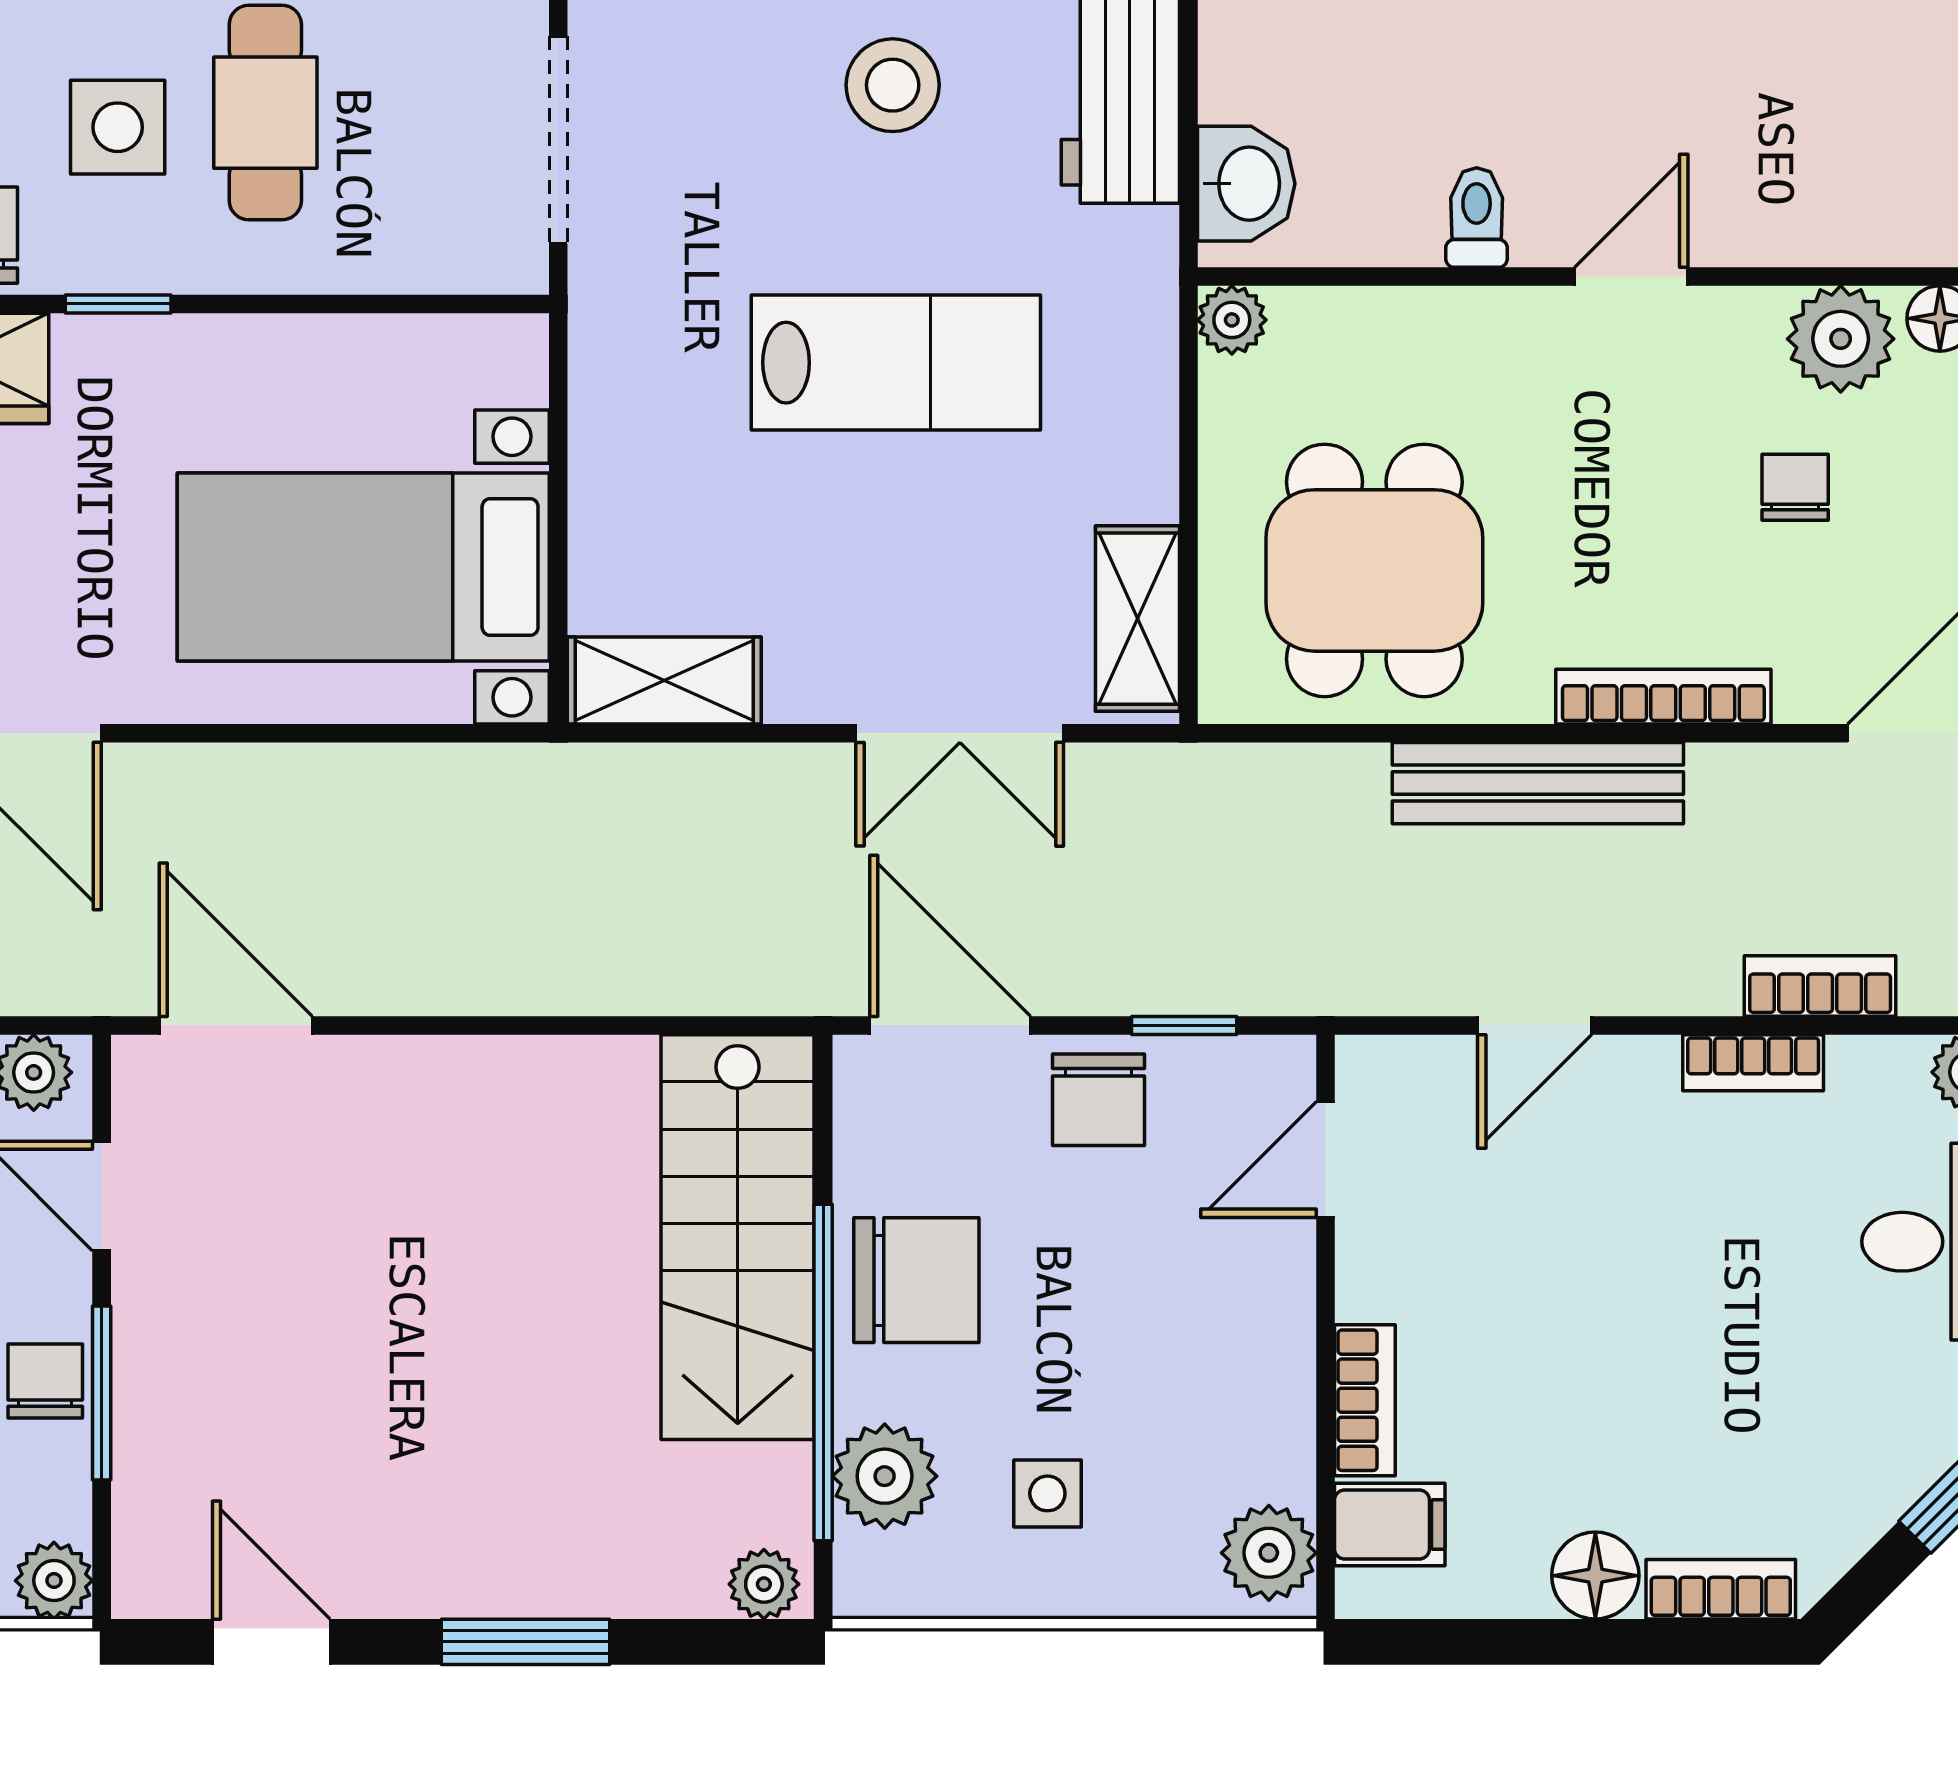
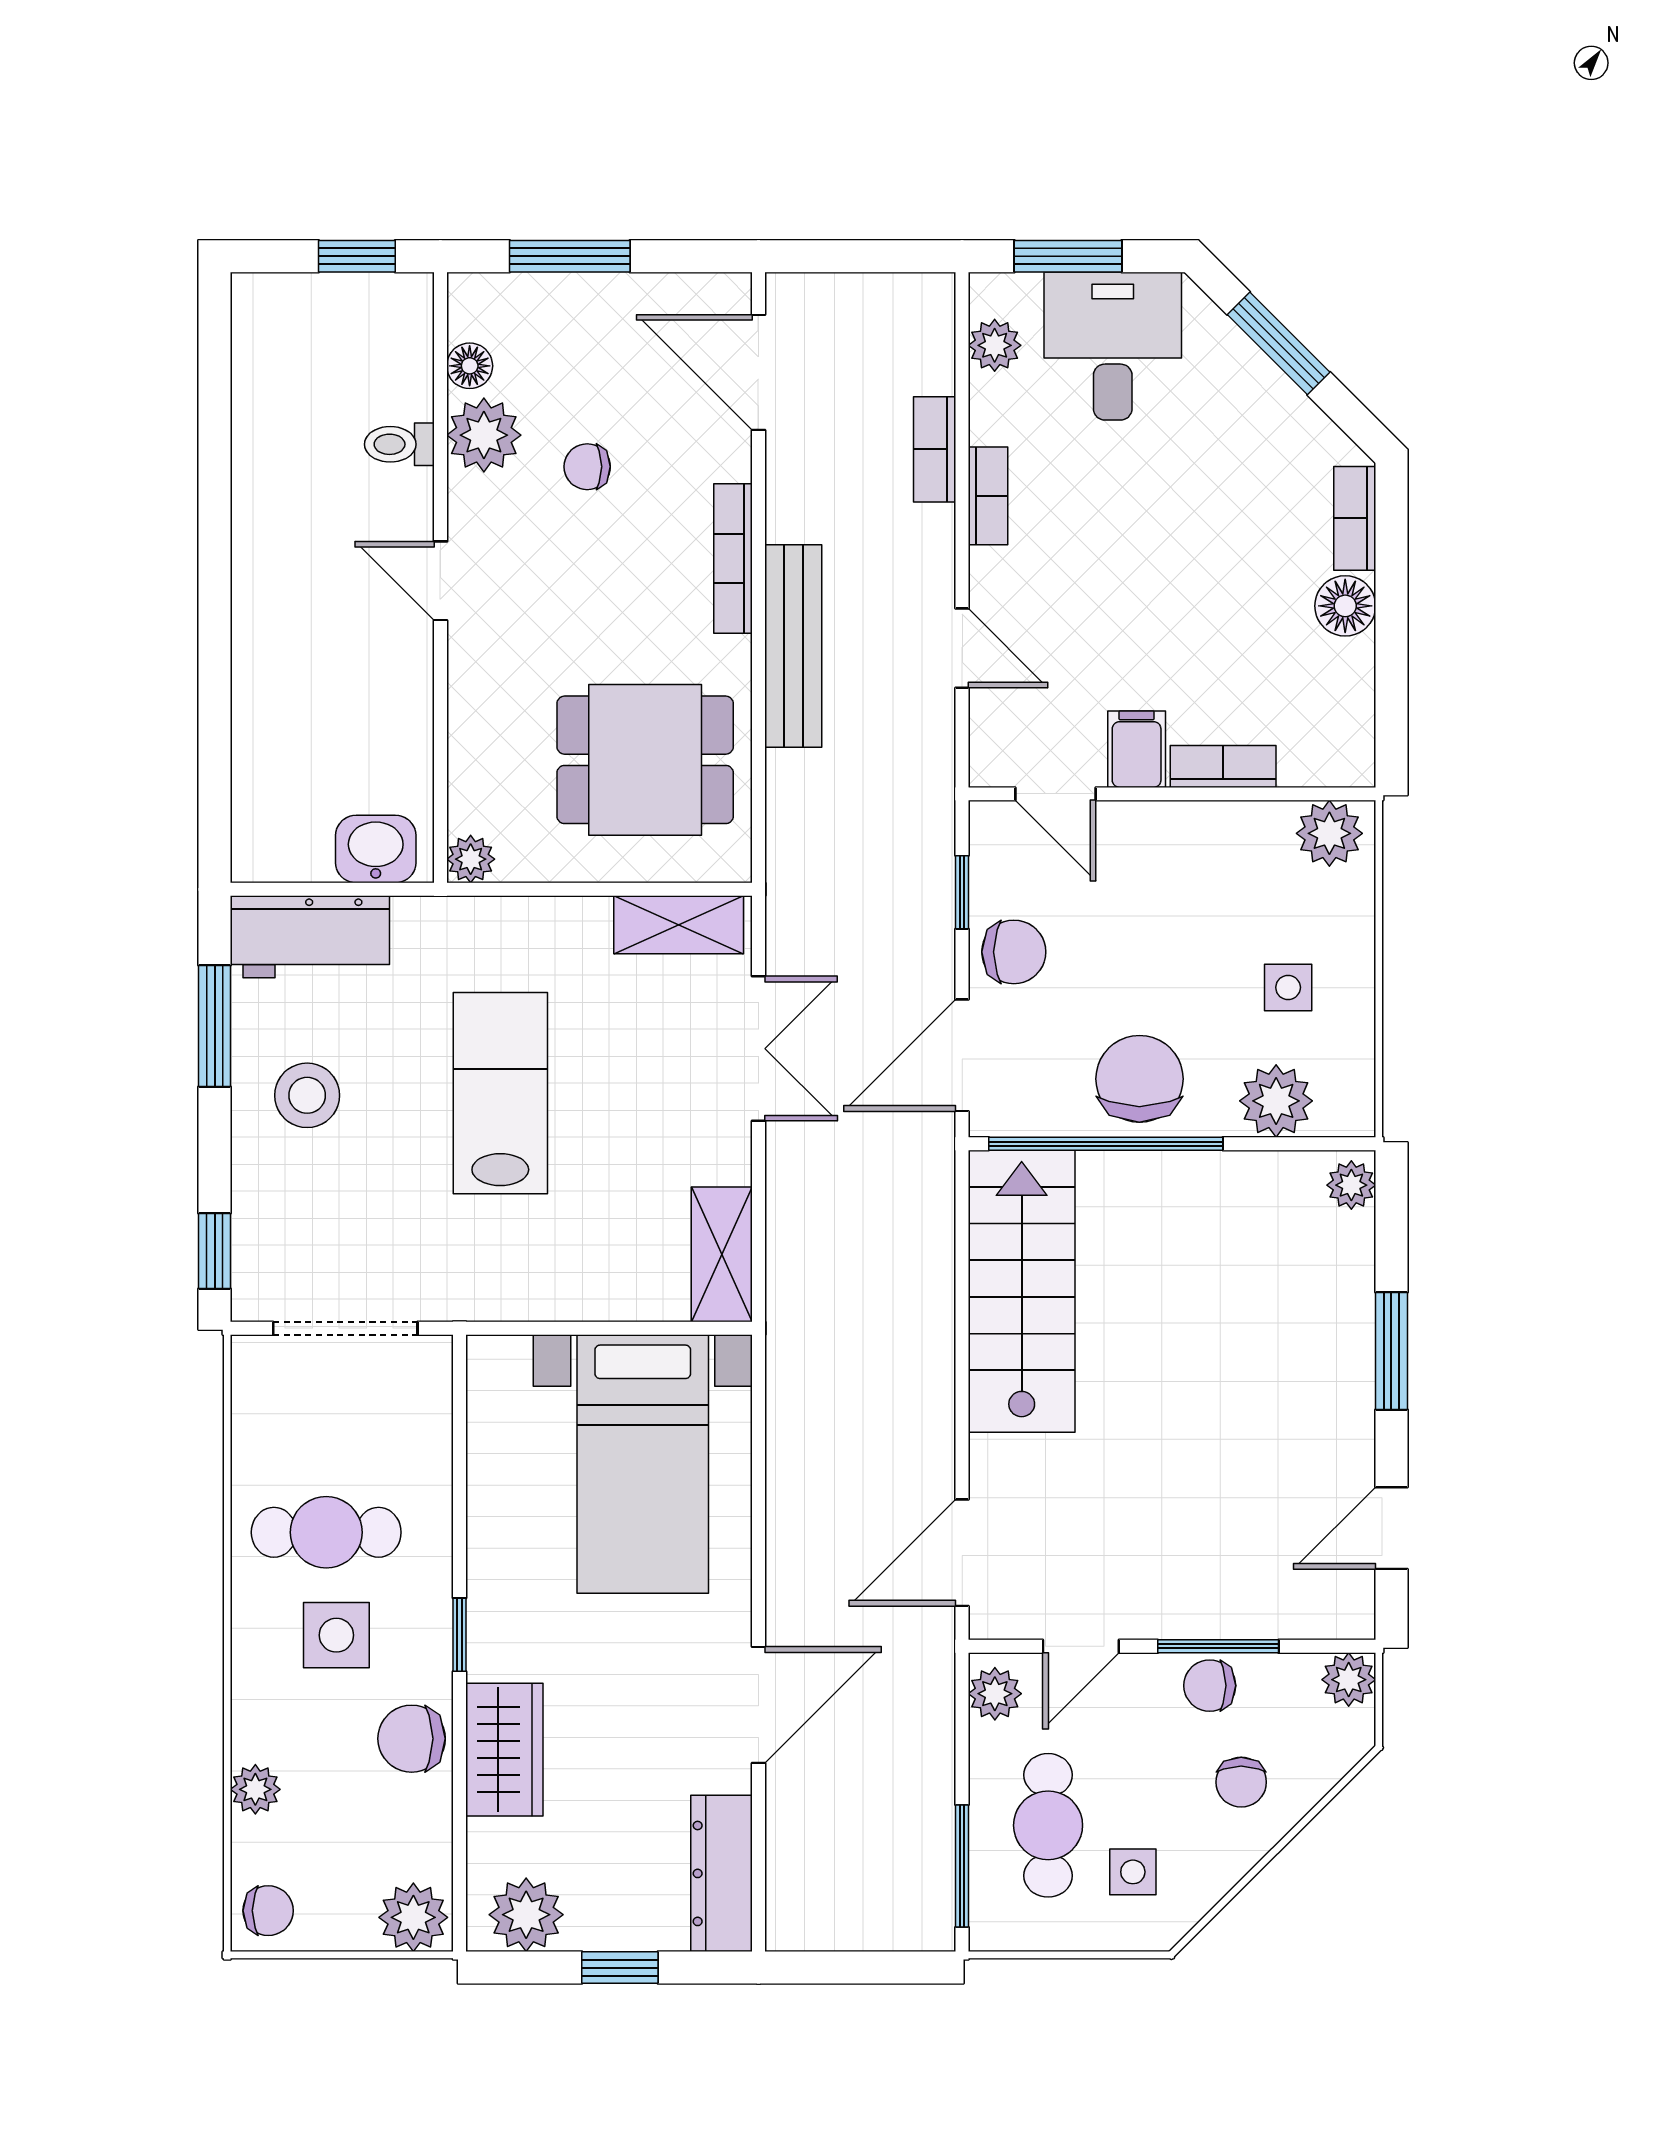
toilet: (1477, 217) -> (399, 444), moved
stairs: (738, 1237) -> (1022, 1291), moved, turned -90
window: (823, 1373) -> (1106, 1144), moved
filing cabinet: (1390, 1524) -> (1137, 749), moved

